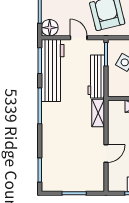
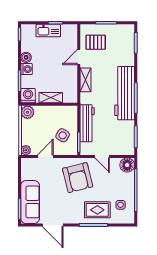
workbench: (53, 70) -> (125, 93), moved
shelving: (98, 113) -> (85, 80), moved
pallet: (86, 171) -> (96, 42), added

